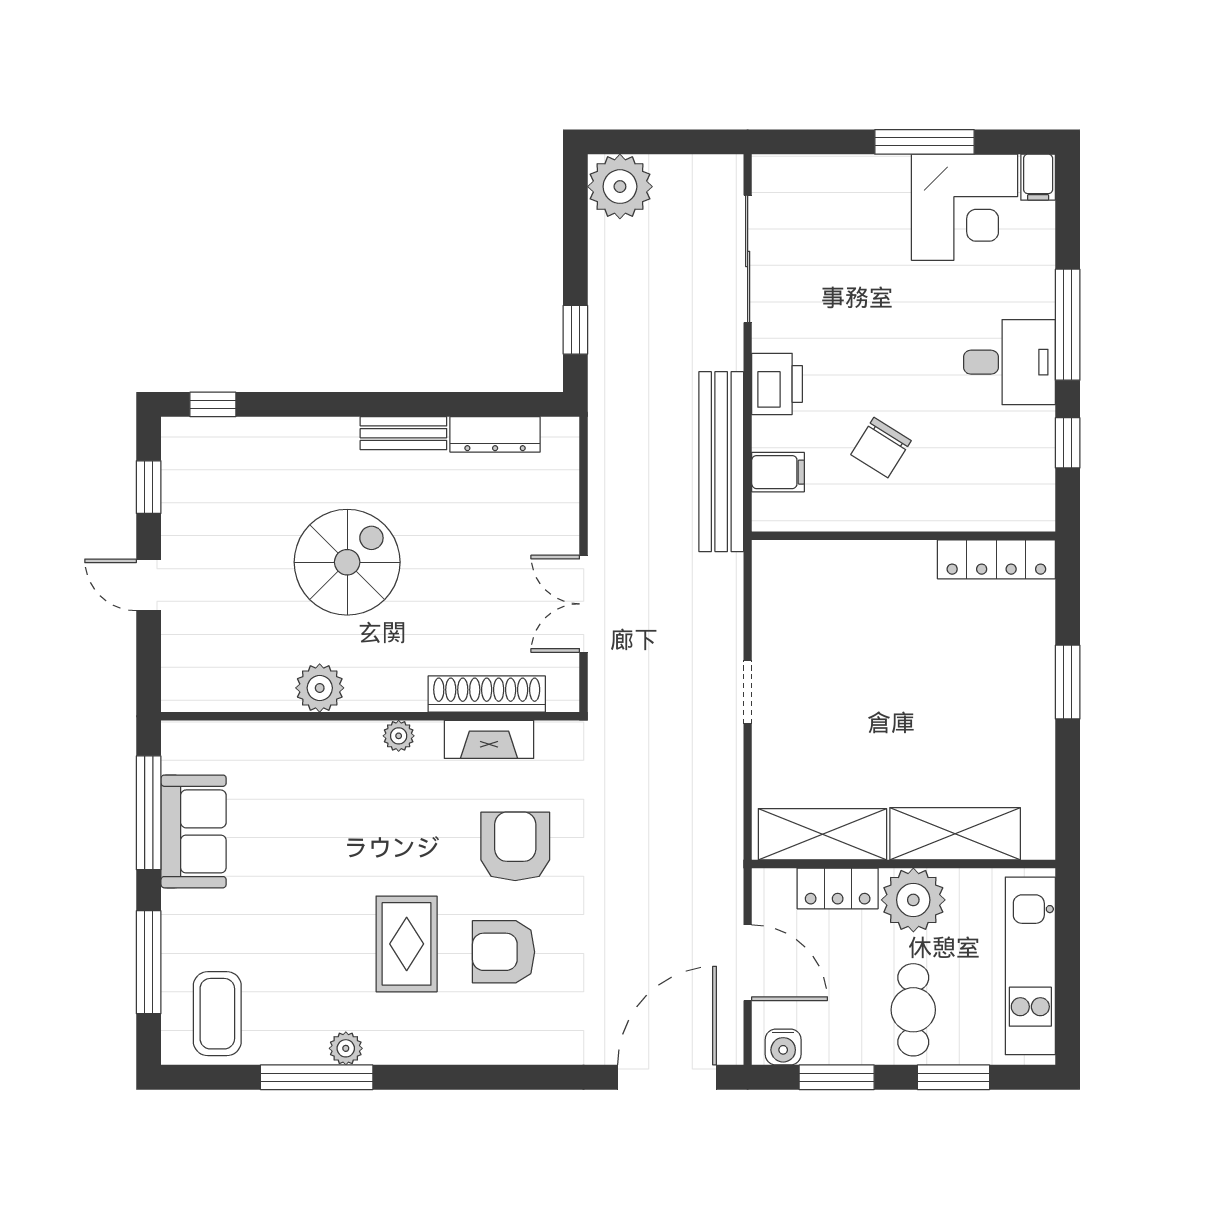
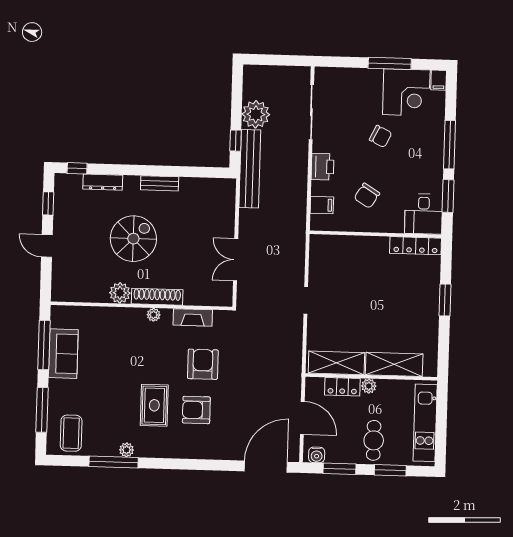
plant: (620, 187) -> (256, 114), moved
chair: (908, 310) -> (381, 136), added
desk: (1009, 362) -> (424, 214), moved, turned 90
dresser: (495, 434) -> (103, 182), moved
window: (1068, 443) -> (448, 196), width x1.50
bench: (721, 462) -> (250, 169), moved
shoe rack: (487, 694) -> (157, 297), moved
plant: (913, 900) -> (369, 386), width x0.53, depth x0.53

